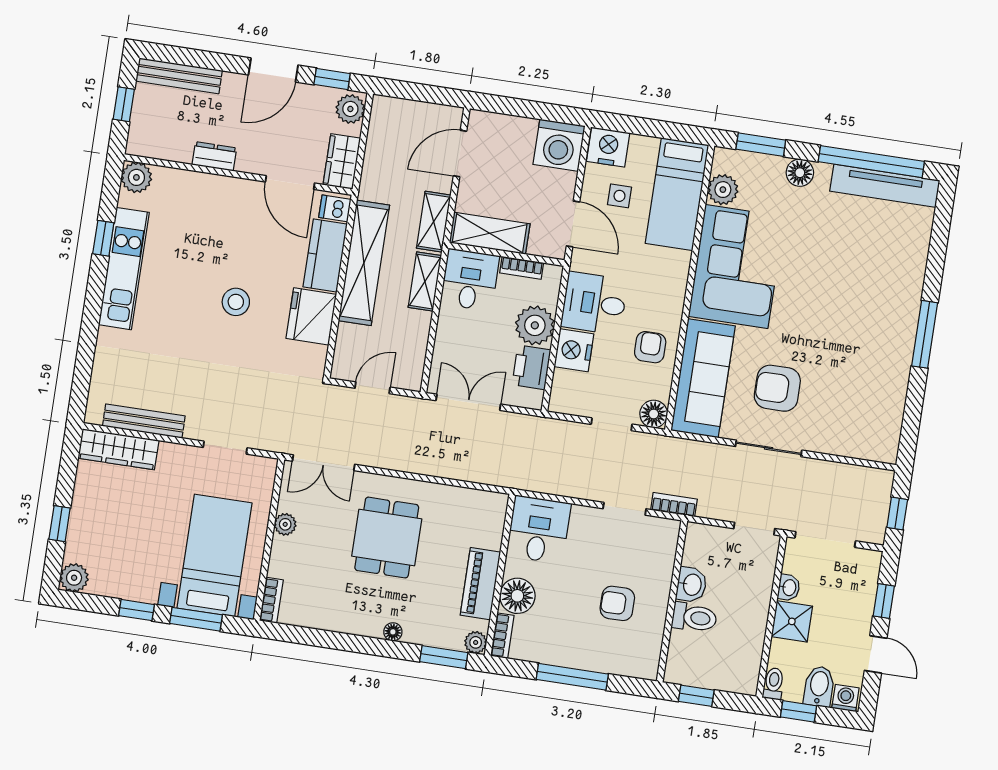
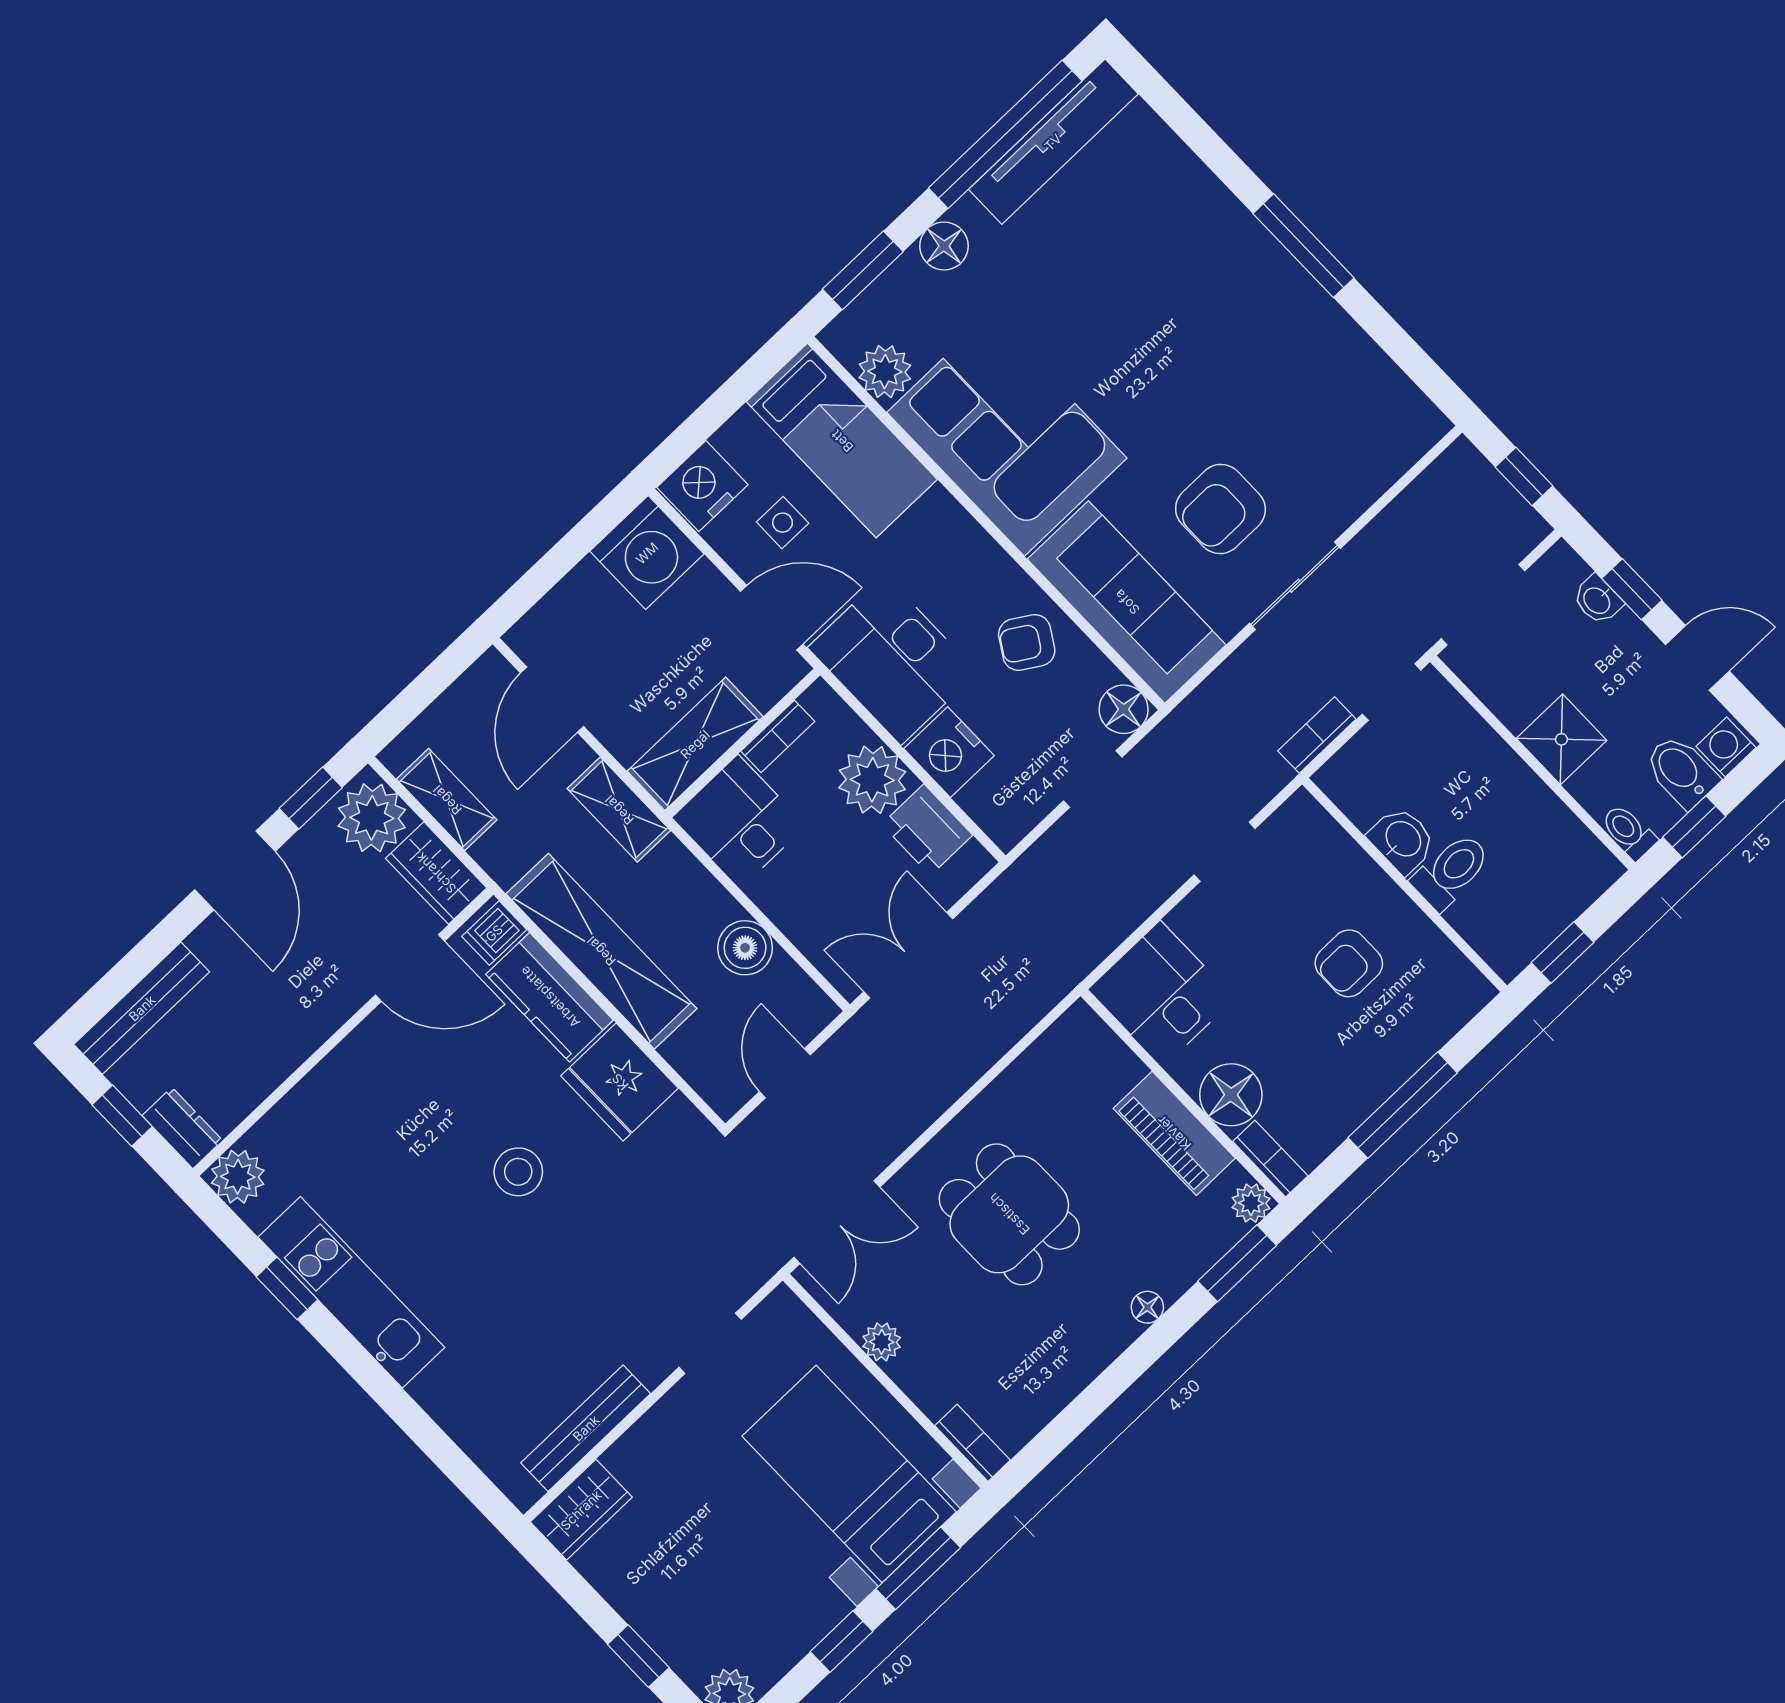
plant: (350, 109) -> (372, 818), width x1.36, depth x1.36
dresser: (214, 156) -> (182, 1128), moved, turned 90
shelving: (425, 282) -> (447, 800), moved
desk: (594, 303) -> (893, 660), width x1.37
boiler: (415, 326) -> (745, 948), added
armchair: (650, 347) -> (1027, 642), turned -58
wardrobe: (118, 449) -> (581, 1510), width x0.67
bookcase: (674, 505) -> (1317, 735), moved
washbasin: (789, 588) -> (1597, 600), moved, turned 180

